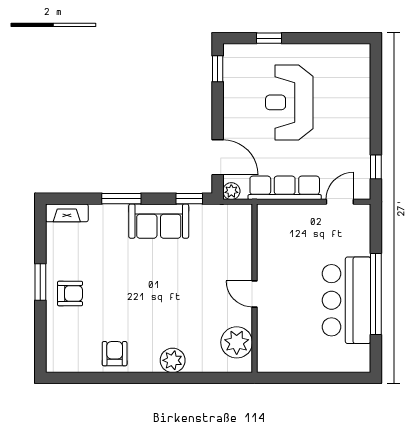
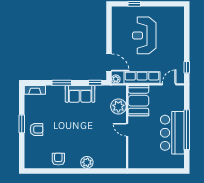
window: (218, 69) -> (109, 19), removed
booth: (277, 235) -> (138, 101), added
plant: (237, 342) -> (118, 106), moved

